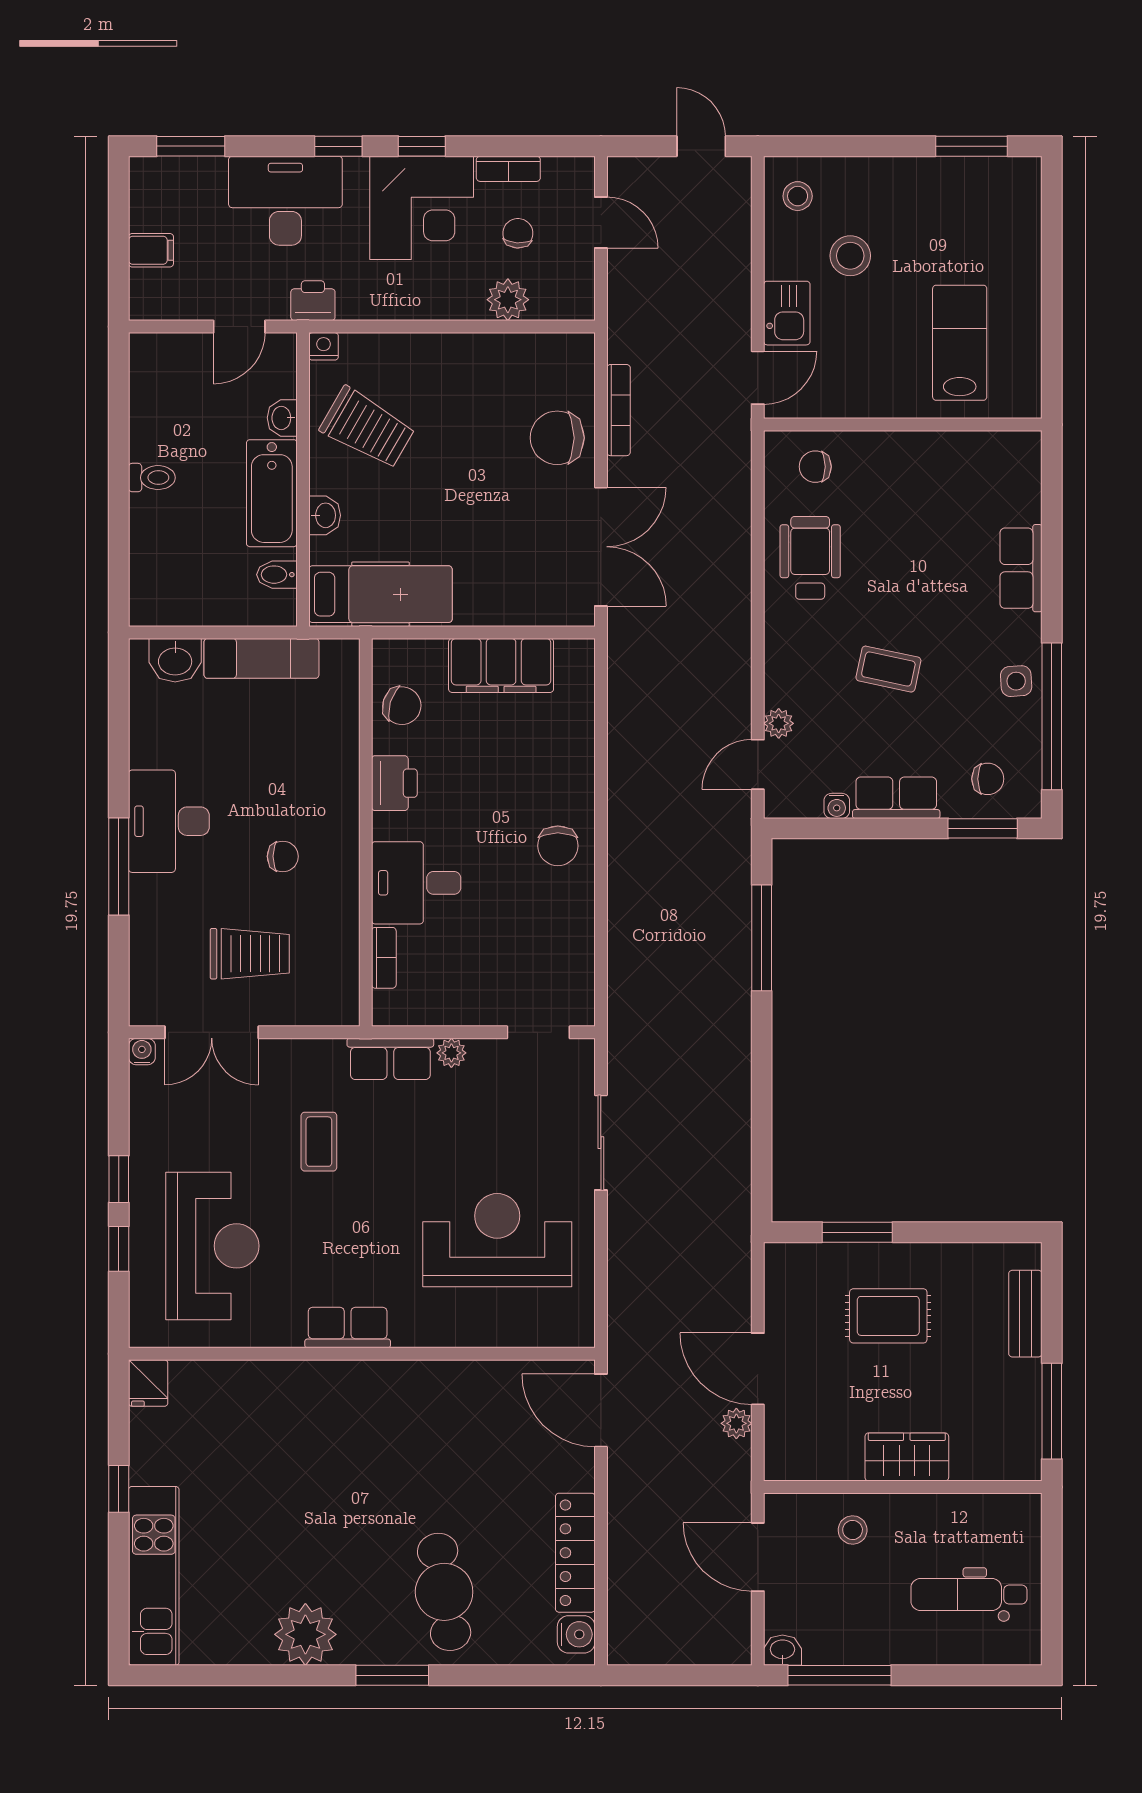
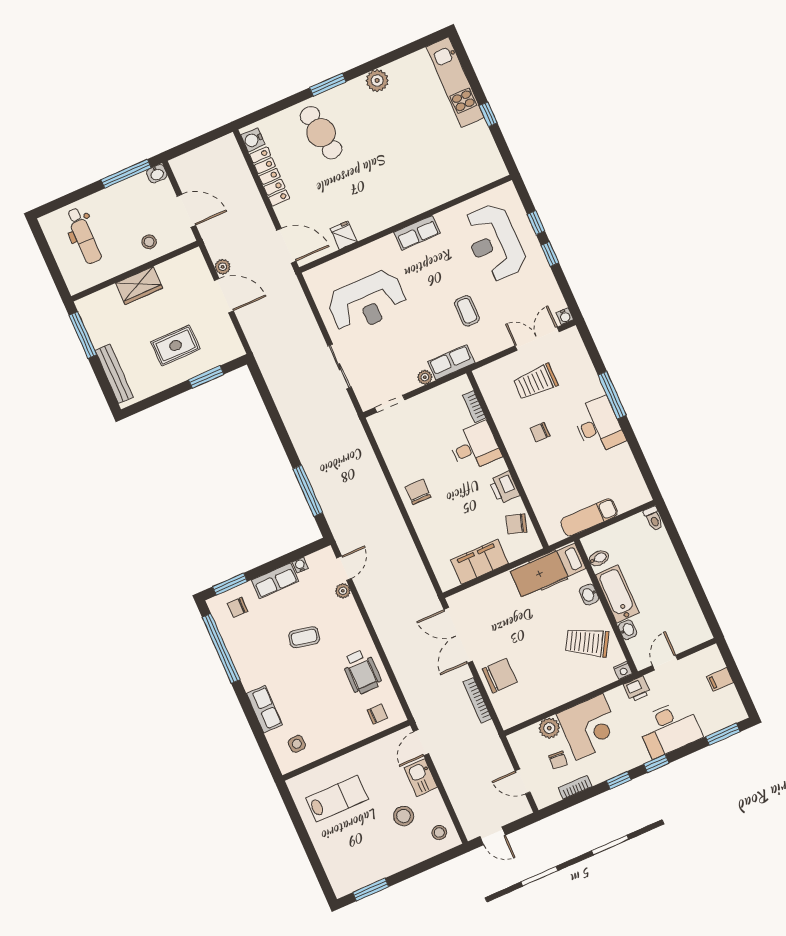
corner desk: (422, 208) -> (590, 727), moved, turned 180
lab bench: (960, 343) -> (337, 799), turned -90
toilet: (152, 478) -> (654, 519), moved, turned -90
washbasin: (175, 660) -> (628, 499), removed
side table: (1016, 681) -> (297, 744), moved
bench: (1025, 1314) -> (114, 374), width x1.36
fridge: (148, 1383) -> (344, 235), moved
dental chair: (969, 1594) -> (84, 236), turned 90
plant: (305, 1634) -> (377, 80), width x0.73, depth x0.73

